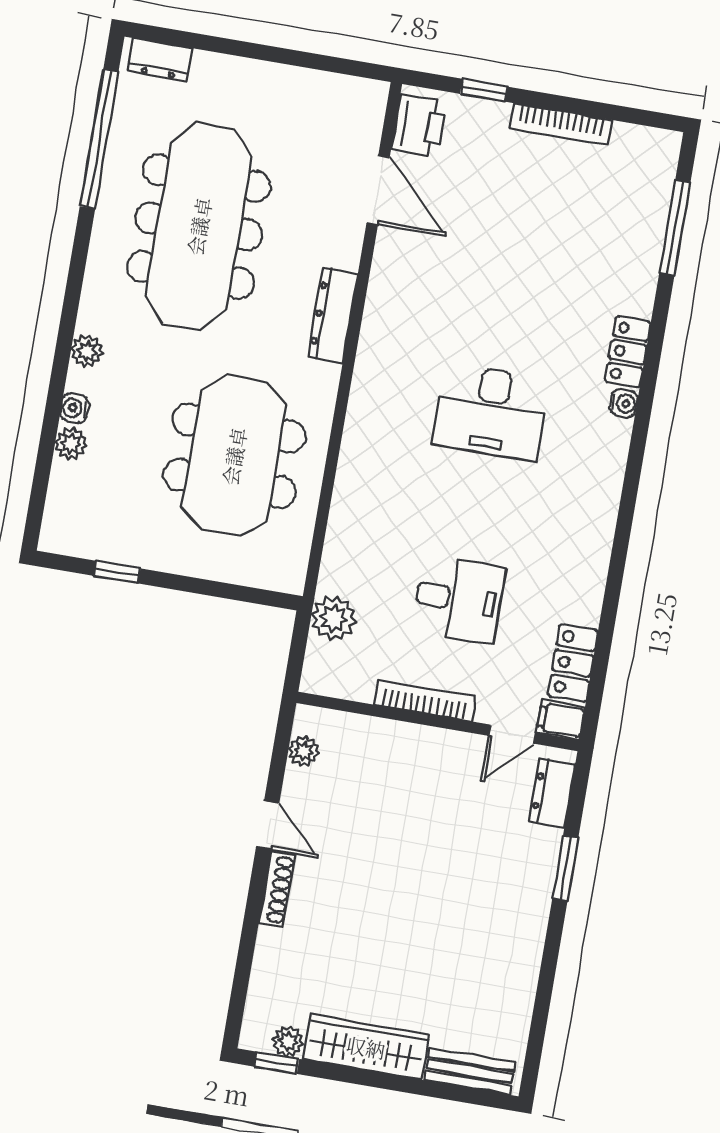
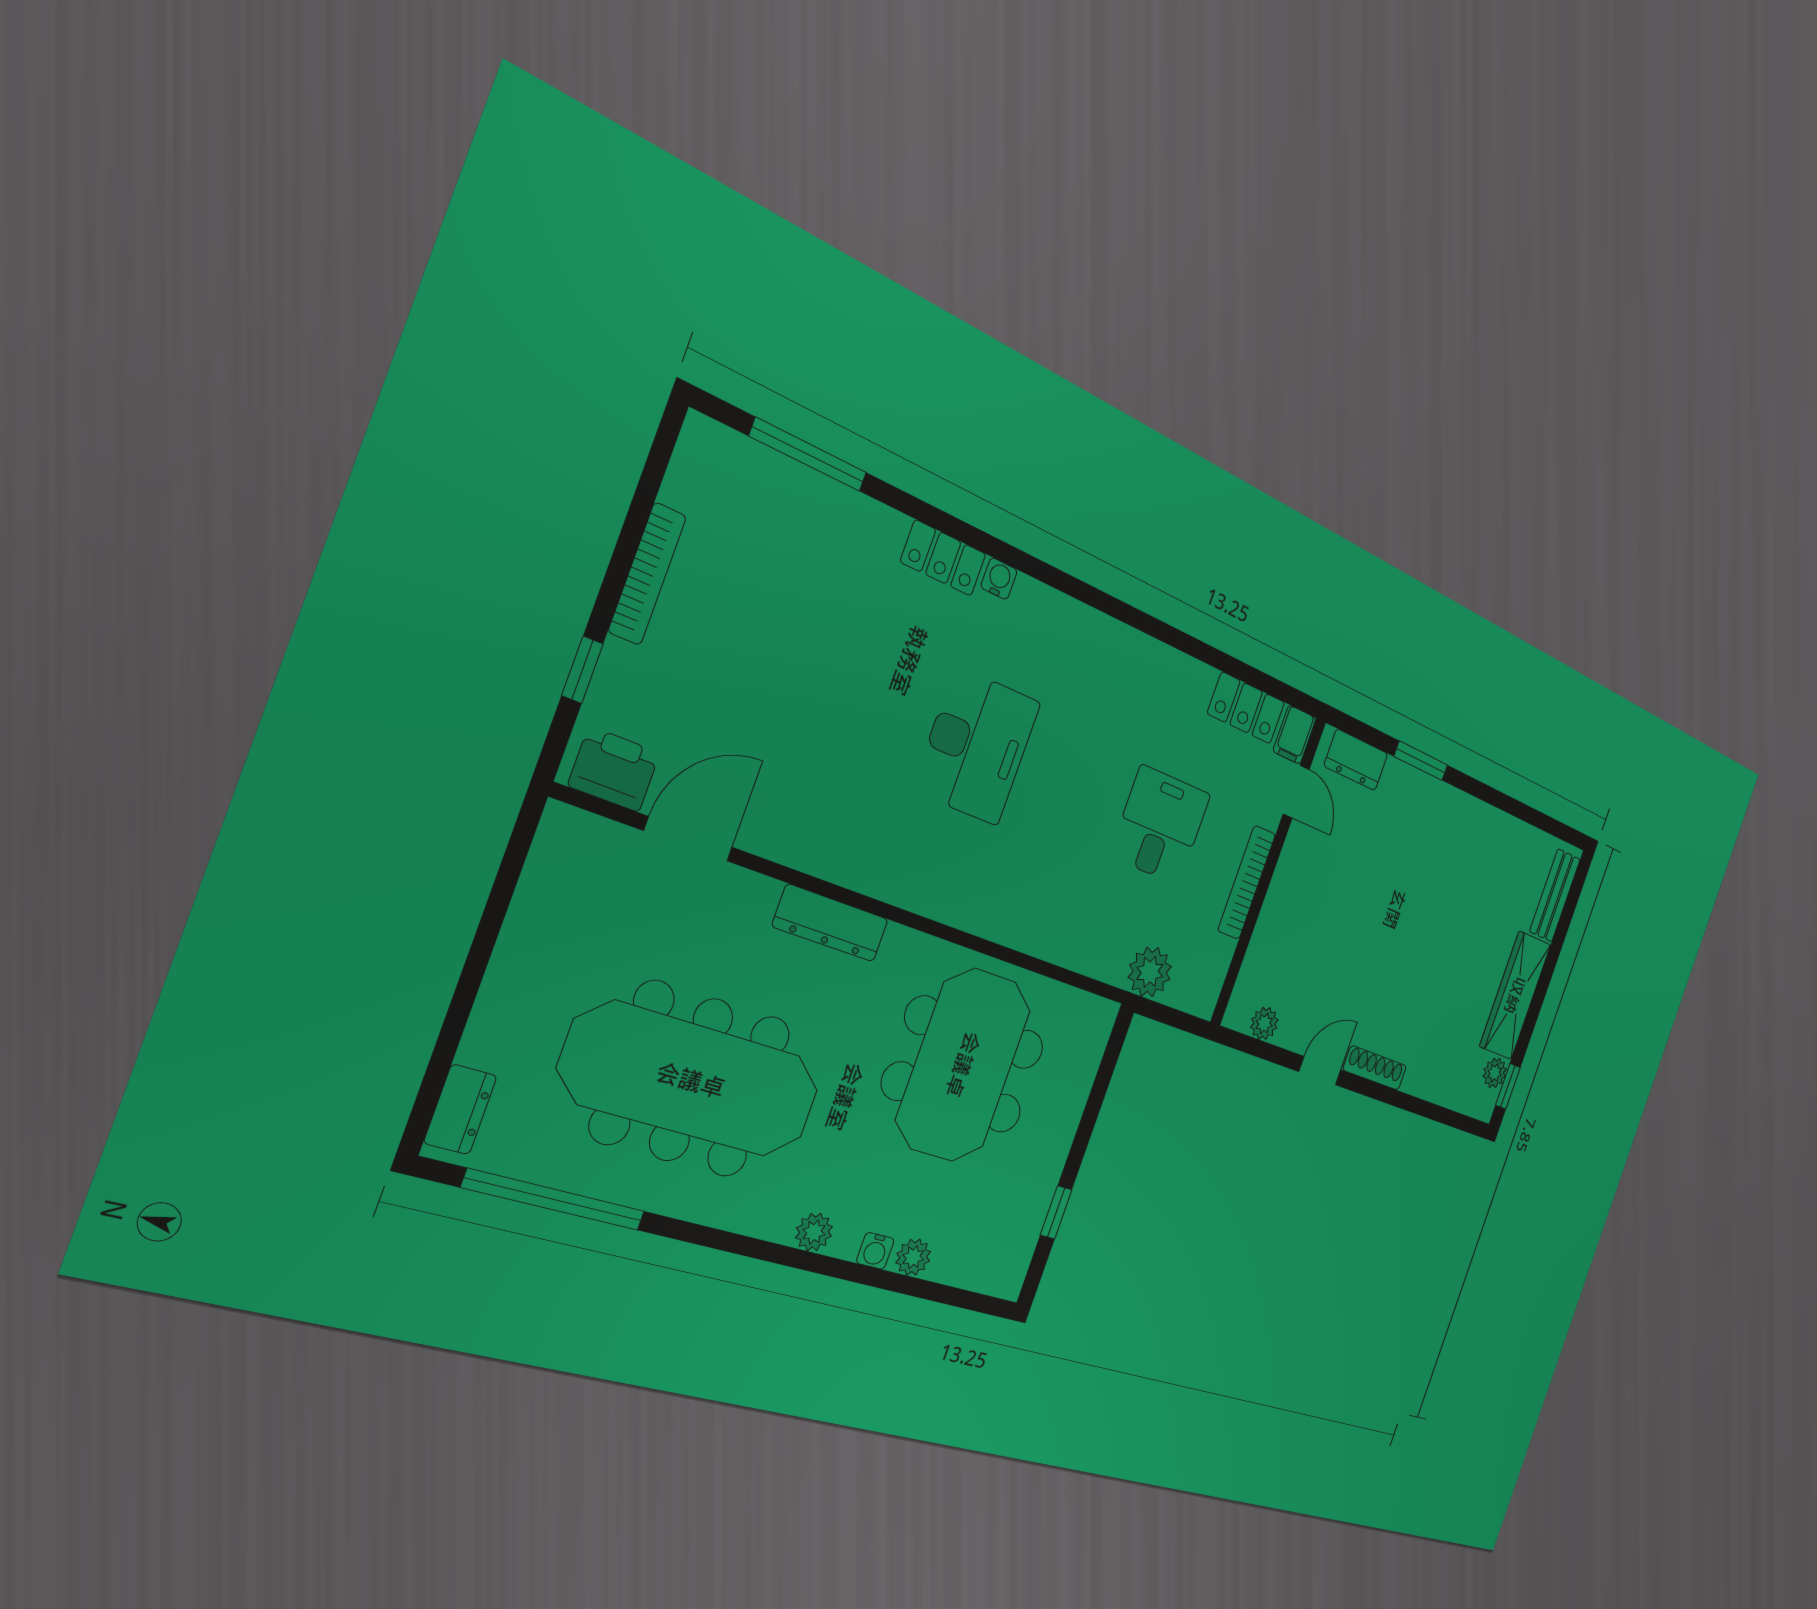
meeting table: (234, 456) -> (963, 1065), turned 90

